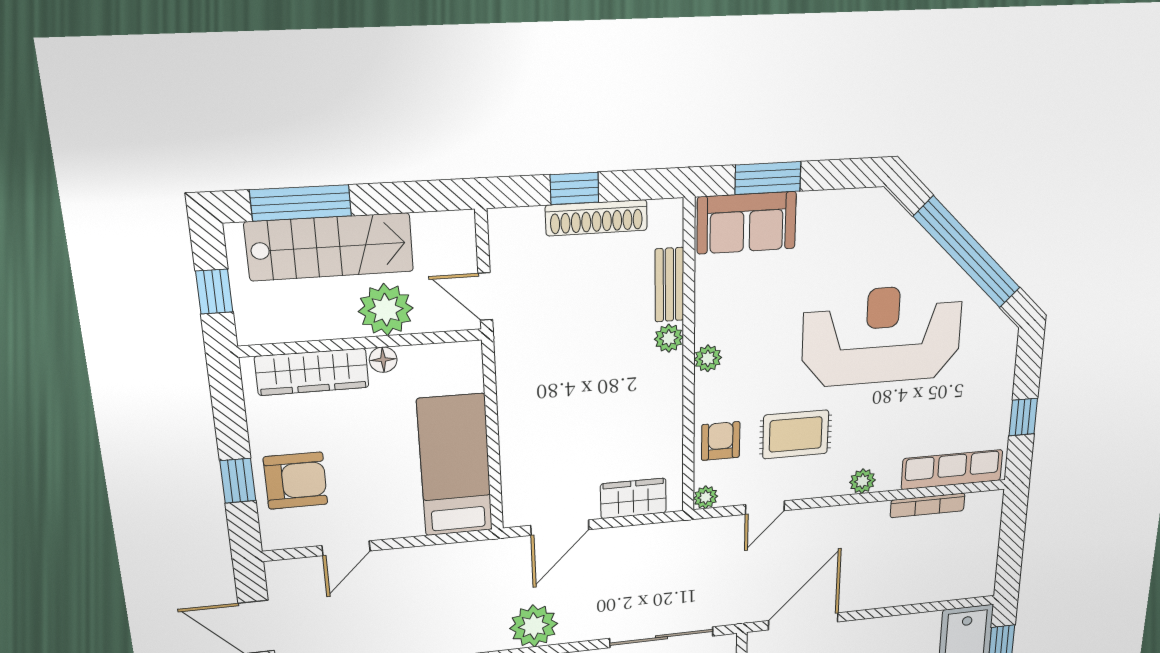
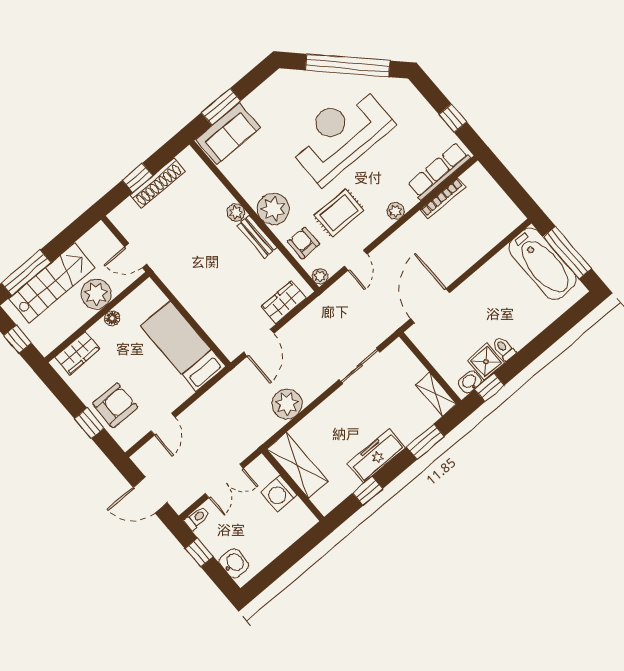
bench: (669, 285) -> (257, 237), moved
plant: (708, 358) -> (273, 209), width x1.87, depth x1.87
wardrobe: (312, 372) -> (77, 353), width x0.67
sliding door: (662, 637) -> (360, 366), width x0.73

